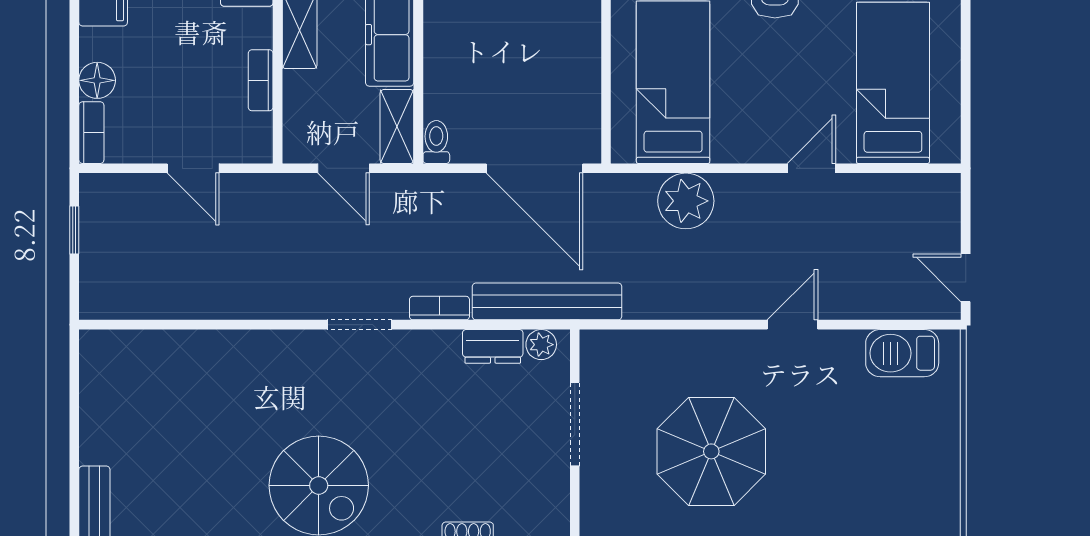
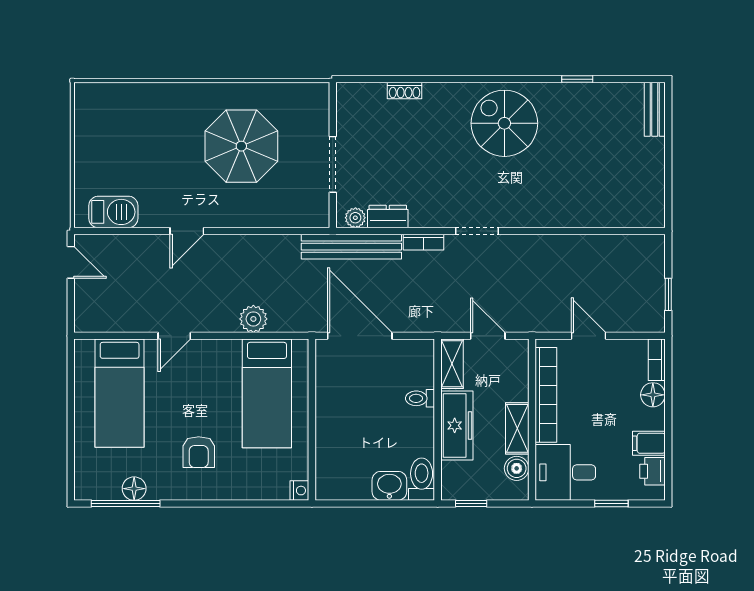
bookcase: (261, 80) -> (546, 395), width x2.31, depth x1.31
toilet: (436, 142) -> (420, 398), moved, turned 90
plant: (686, 201) -> (253, 319), width x0.73, depth x0.73

